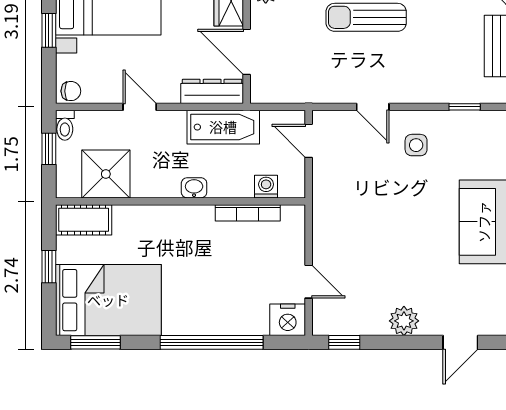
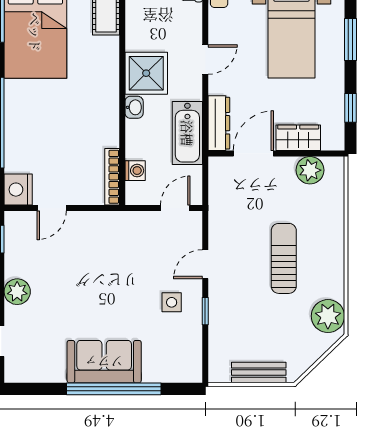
window: (465, 107) -> (205, 311), moved
shower: (106, 174) -> (146, 73), moved
bookcase: (248, 213) -> (112, 177), moved

